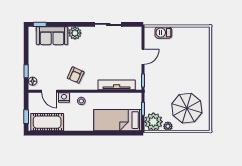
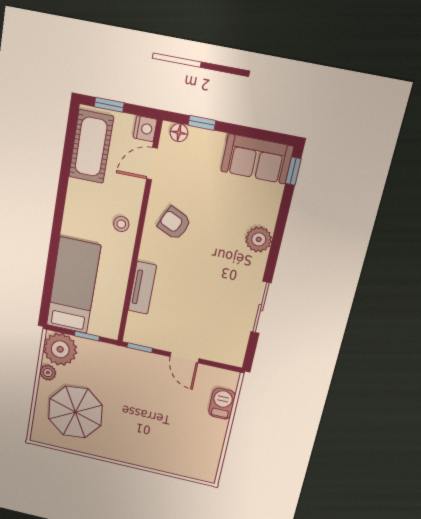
sofa: (52, 36) -> (257, 159), moved, turned -90
tv unit: (117, 85) -> (142, 288), width x0.71
nightstand: (64, 98) -> (145, 129), moved

